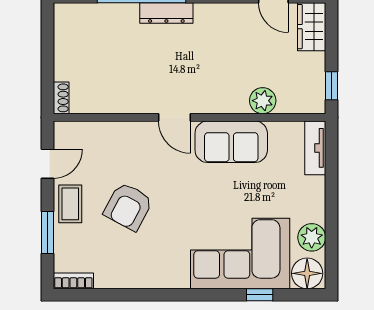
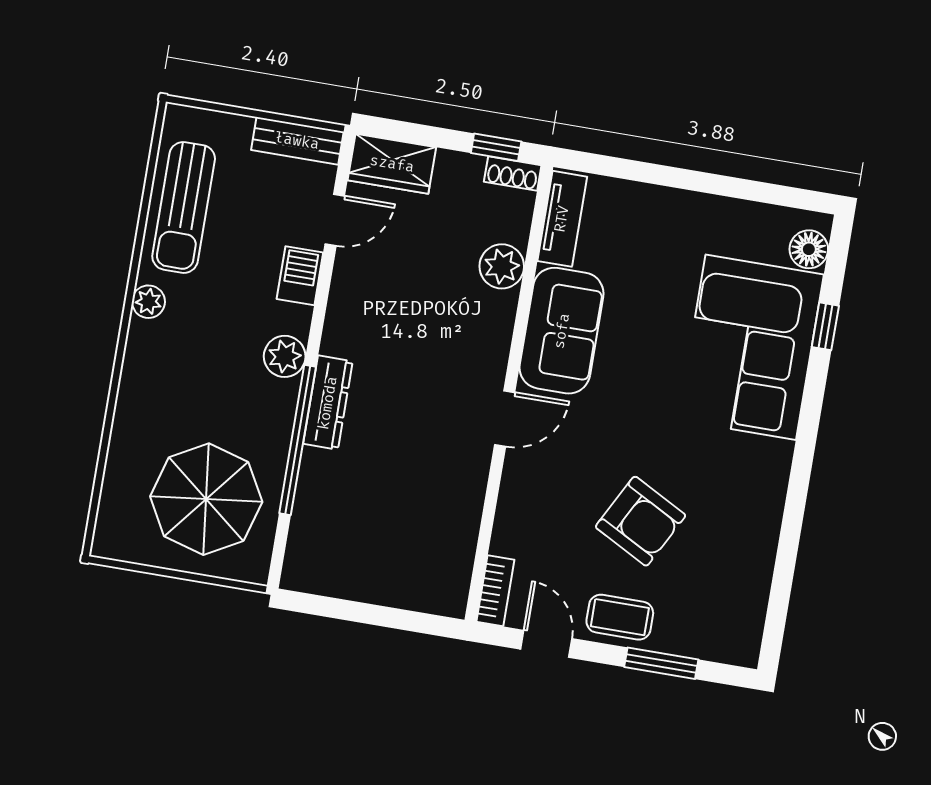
shoe rack: (61, 98) -> (513, 173), moved, turned 180
tv unit: (315, 148) -> (562, 219), moved, turned -90
plant: (312, 237) -> (744, 223), removed
floor lamp: (307, 273) -> (809, 249), width x0.73, depth x0.73
bookcase: (73, 281) -> (495, 591), moved, turned 180

